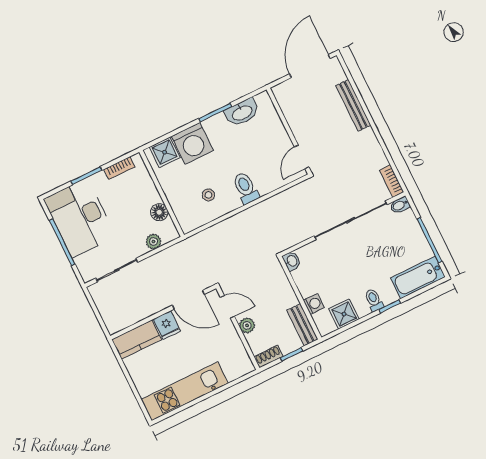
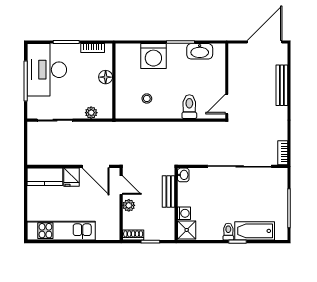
shower: (165, 152) -> (130, 53), removed
toilet: (246, 188) -> (189, 107), moved
bidet: (400, 205) -> (280, 173), removed
floor lamp: (159, 212) -> (106, 77), moved
bathtub: (418, 277) -> (255, 231), moved
shower: (344, 314) -> (187, 230), moved
bench: (302, 325) -> (169, 191), moved

